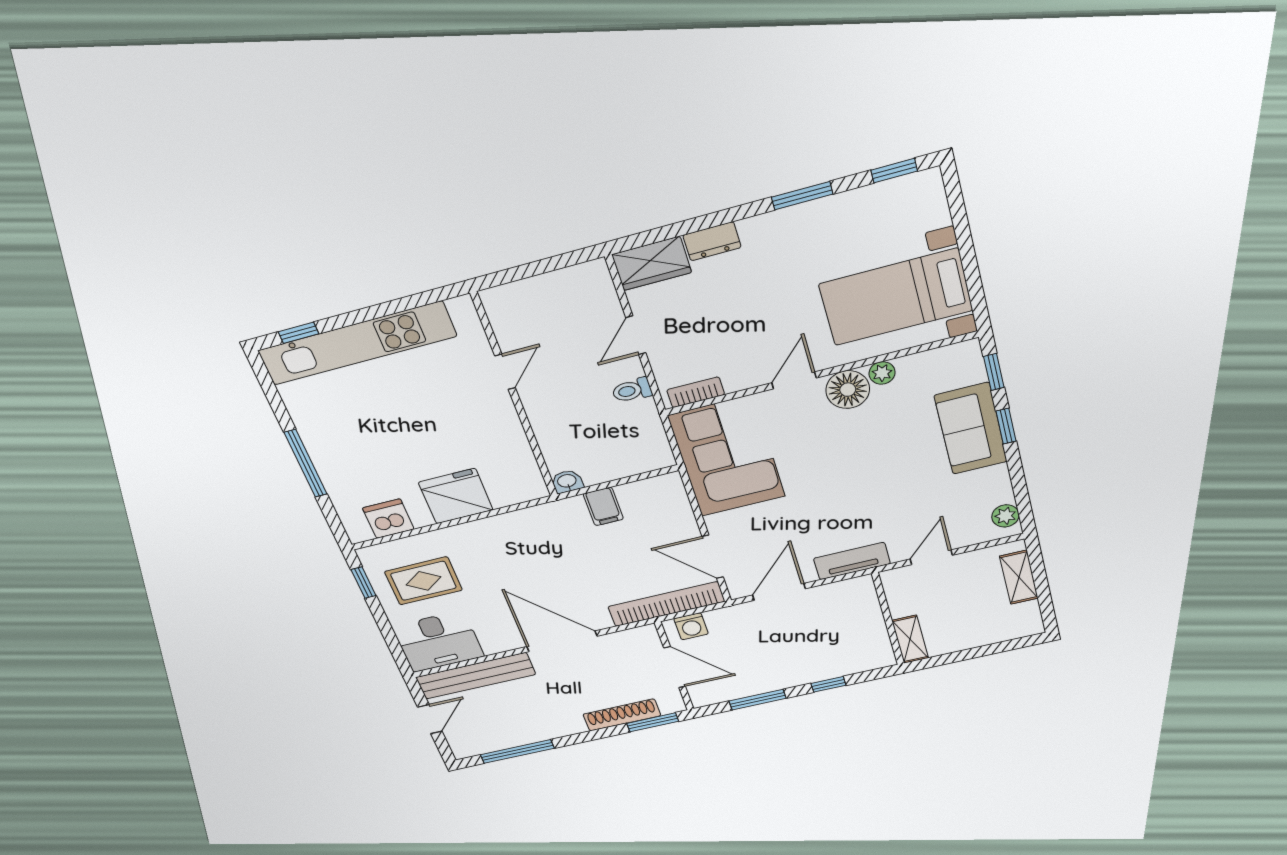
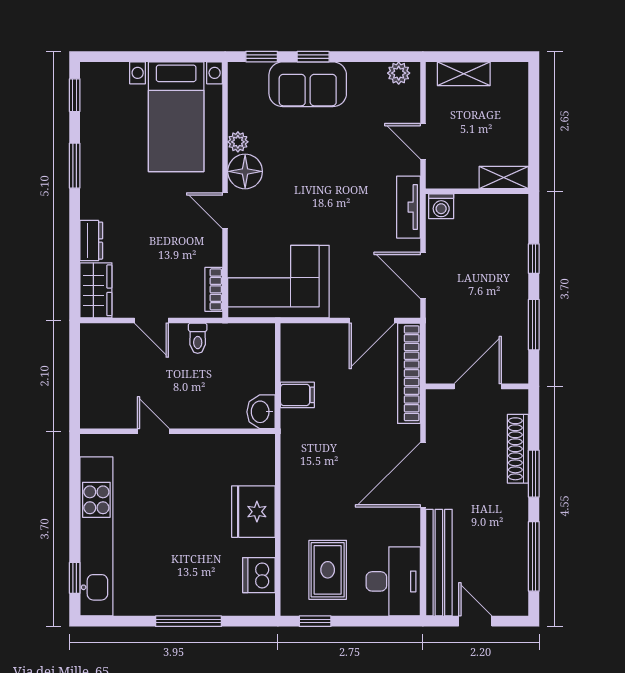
washbasin: (567, 481) -> (261, 412), width x1.38, depth x1.45
washing machine: (691, 626) -> (441, 206), moved, turned 90
window: (653, 722) -> (534, 474), moved

